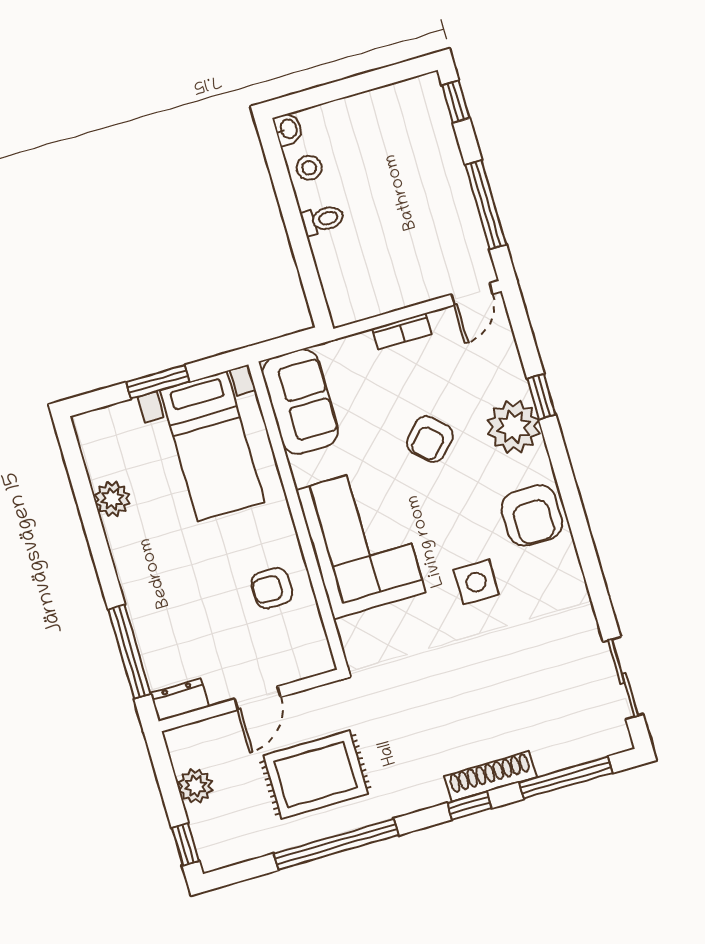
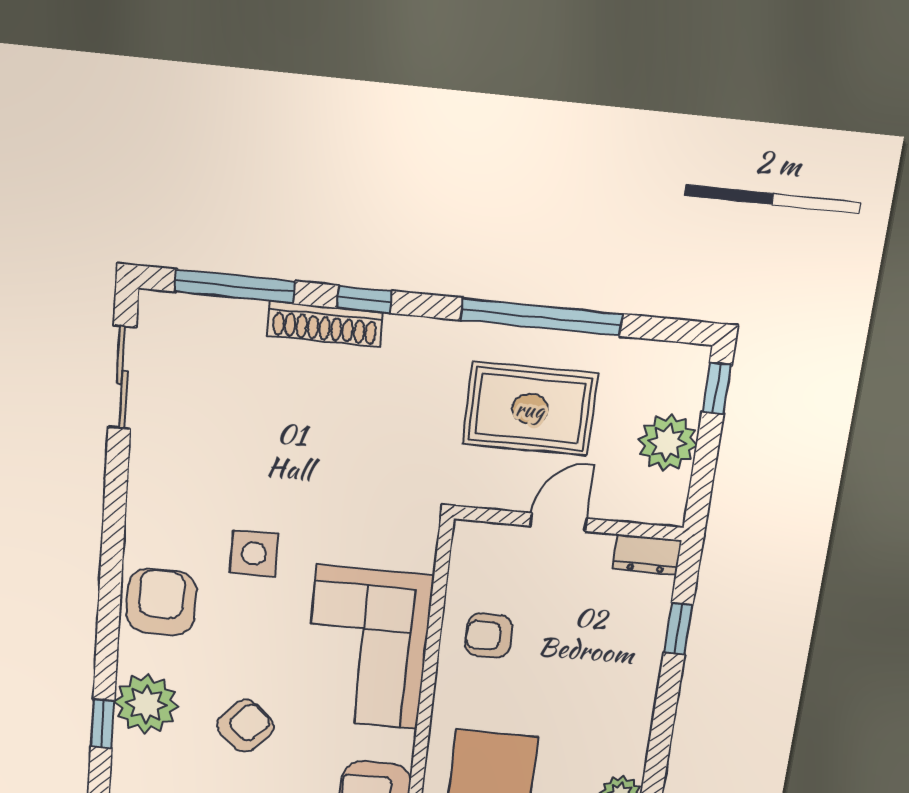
armchair: (272, 588) -> (489, 636), turned 180
window: (129, 652) -> (678, 629), width x0.46
plant: (195, 786) -> (667, 443), width x1.36, depth x1.36

